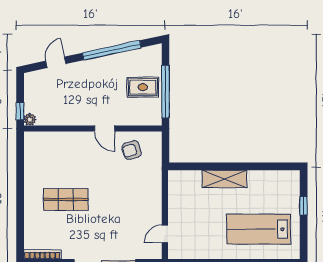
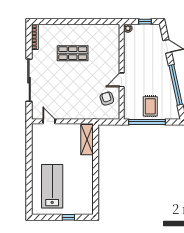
window: (20, 111) -> (145, 22), moved
shelving: (224, 179) -> (87, 140), moved
shop shelf: (66, 199) -> (73, 53), turned 90

